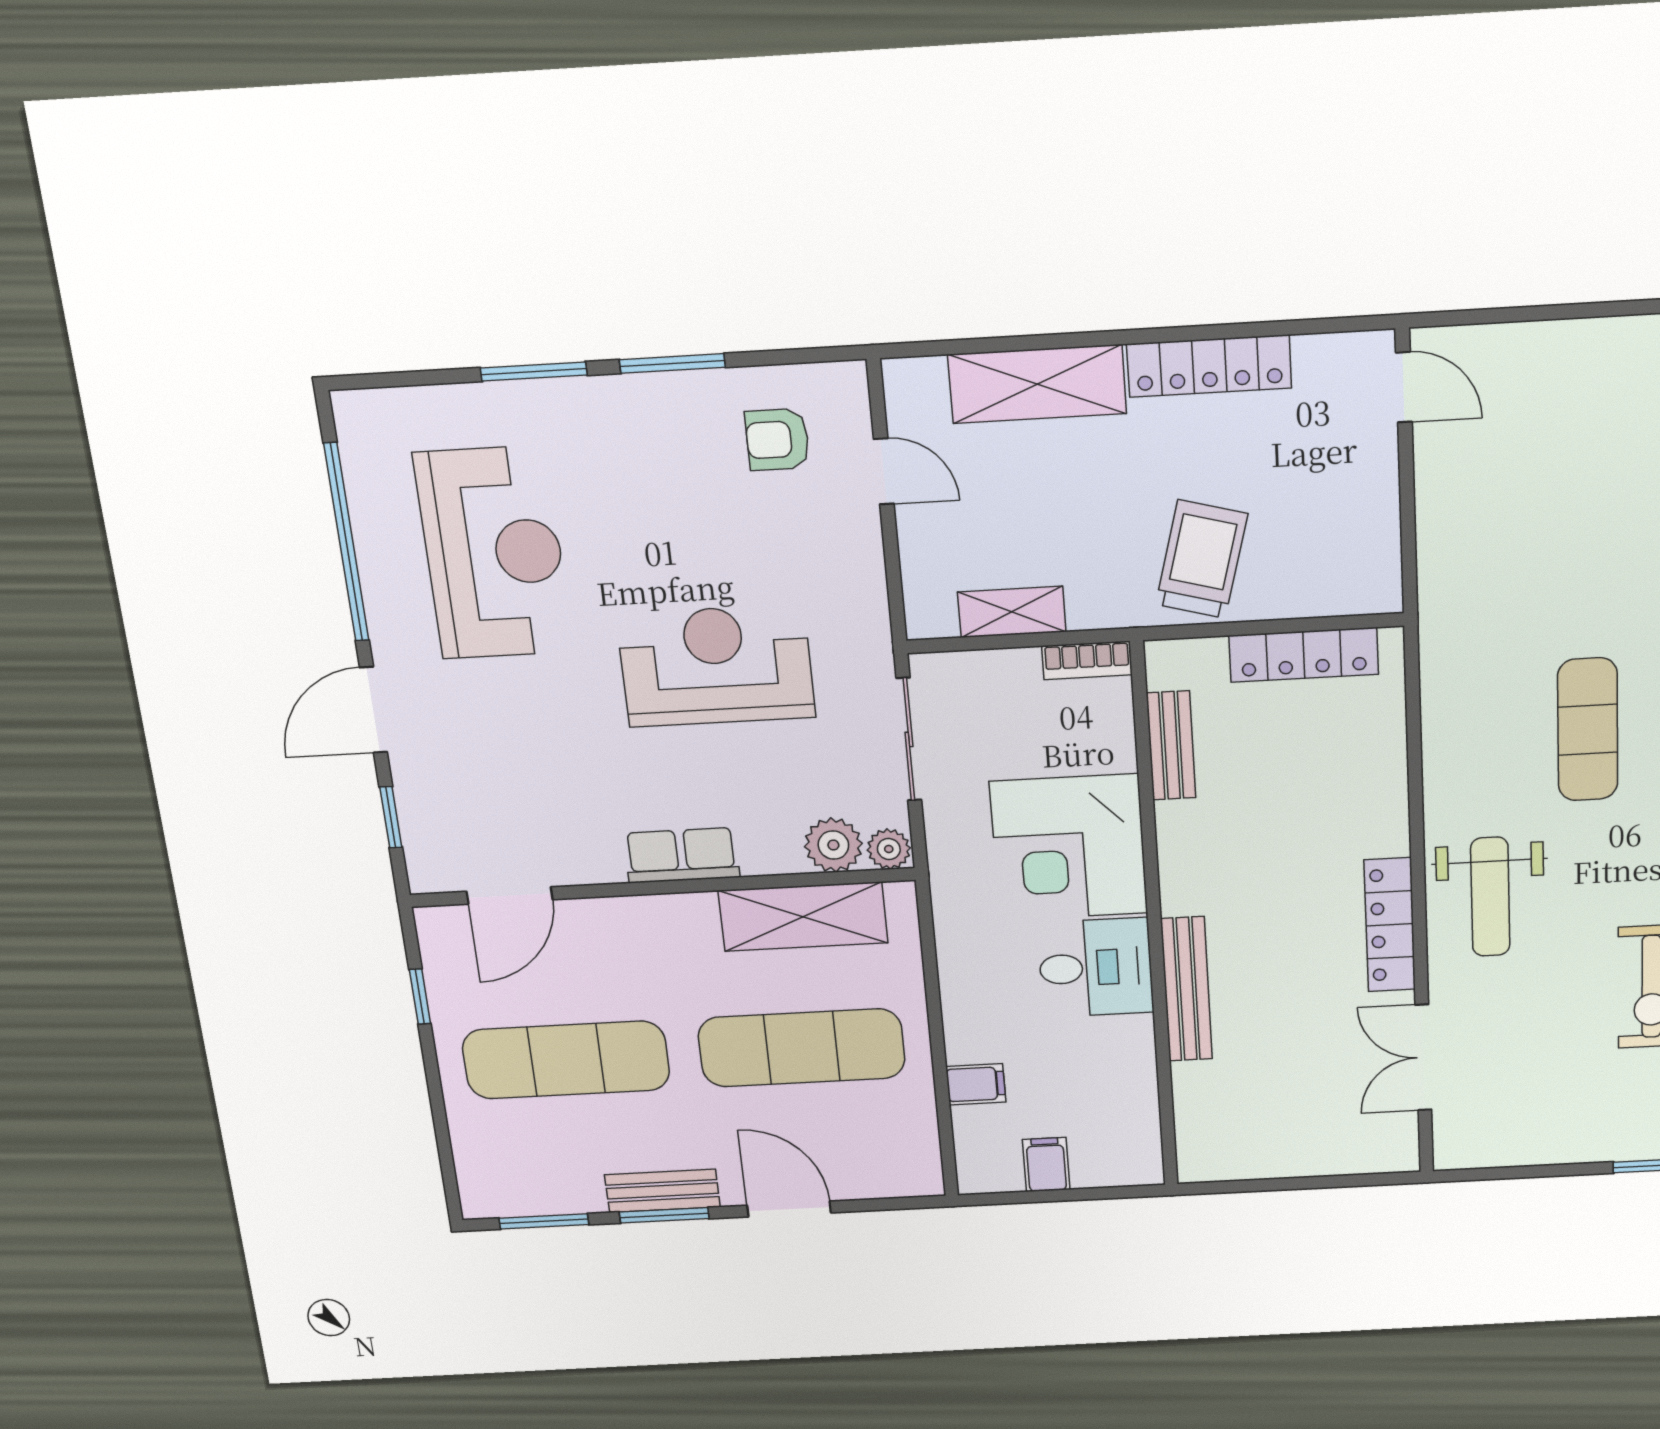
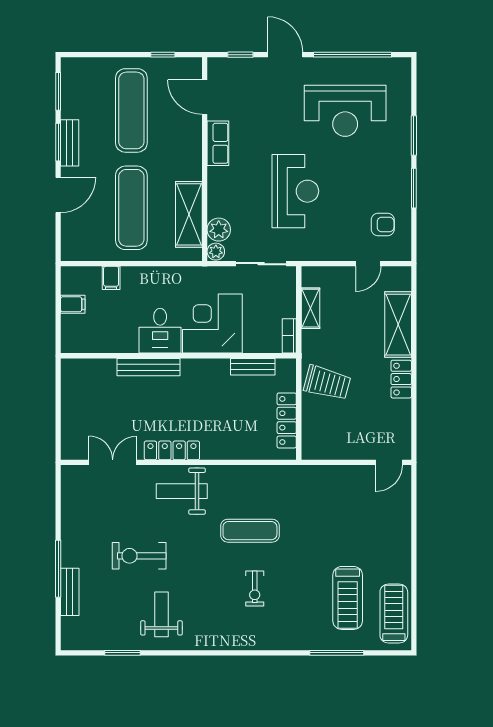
locker: (1209, 366) -> (401, 379), width x0.66
armchair: (777, 440) -> (383, 225), turned 90
row of seats: (682, 855) -> (218, 143), moved

